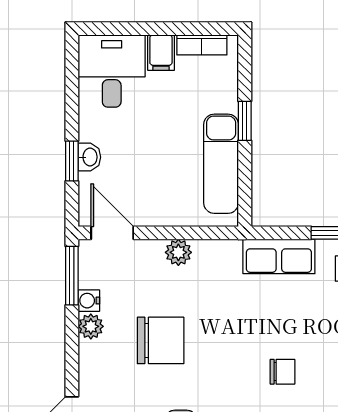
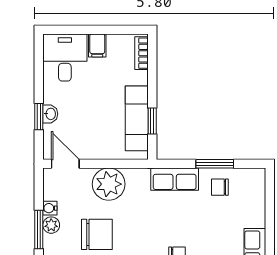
bookcase: (202, 45) -> (142, 53), moved, turned 90
window: (245, 121) -> (152, 121), moved
plant: (178, 252) -> (109, 184), width x1.87, depth x1.87
window: (72, 276) -> (39, 230), moved

